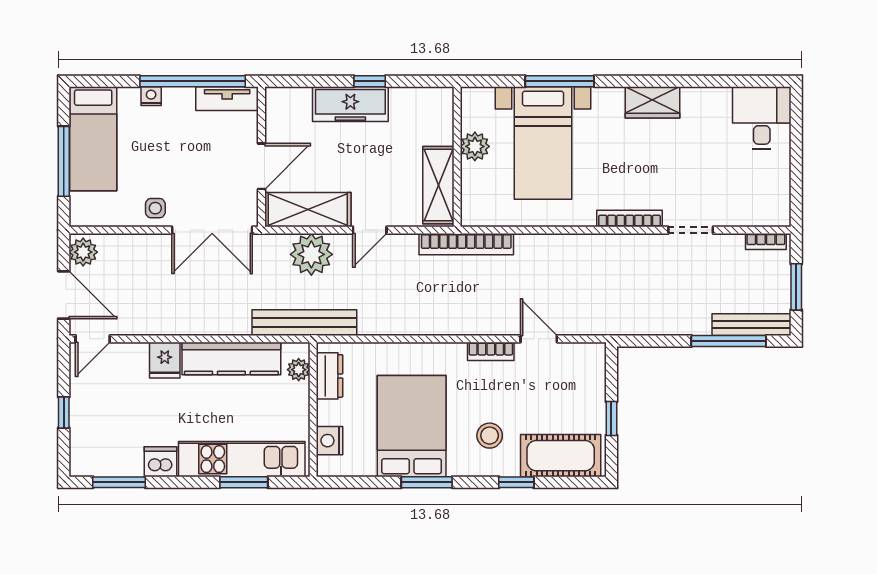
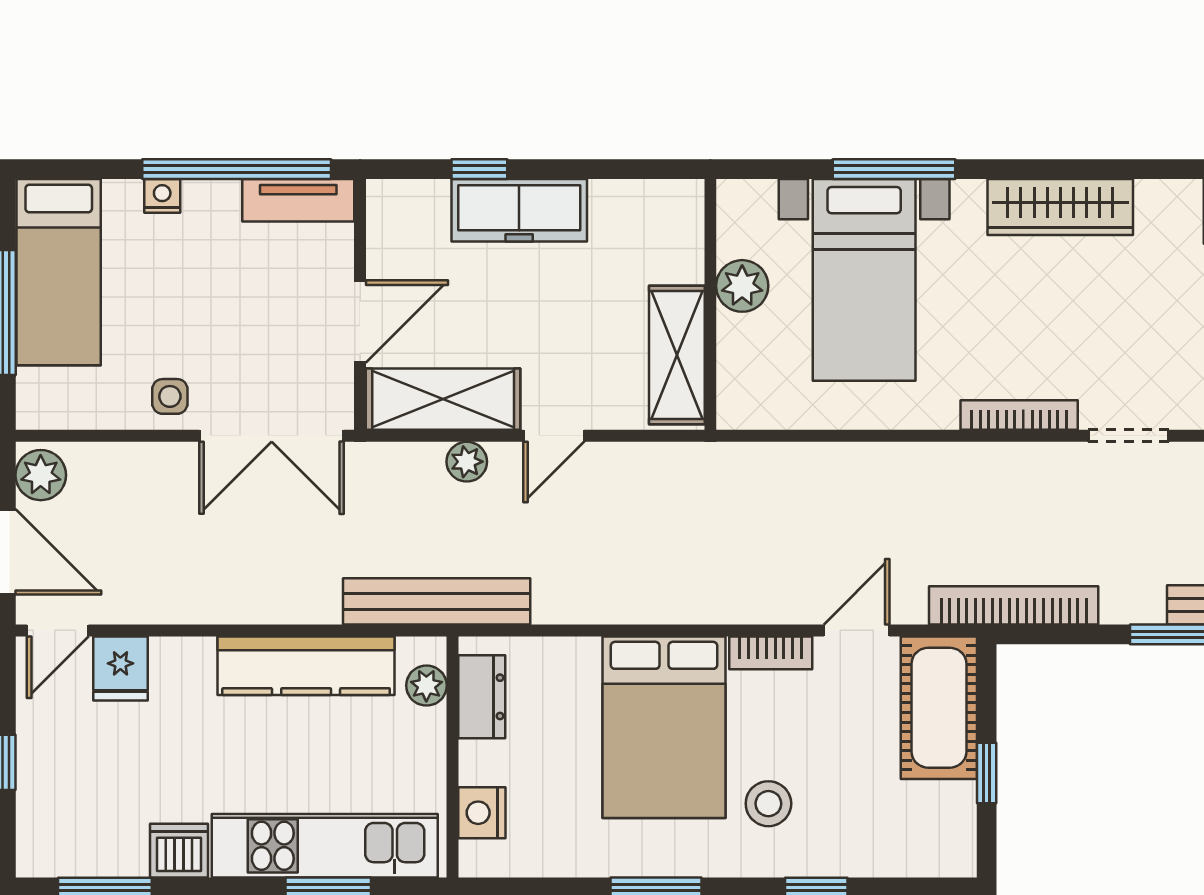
window: (370, 81) -> (479, 169), moved
wardrobe: (653, 102) -> (1060, 207), width x1.50
bookcase: (466, 244) -> (1014, 605), moved, turned 180
plant: (311, 254) -> (467, 462), width x0.53, depth x0.53
door: (539, 339) -> (857, 630), hinge flipped
fridge: (165, 360) -> (120, 668), moved
bed: (412, 426) -> (664, 727), moved, turned 180
cot: (561, 456) -> (939, 708), moved, turned 90

